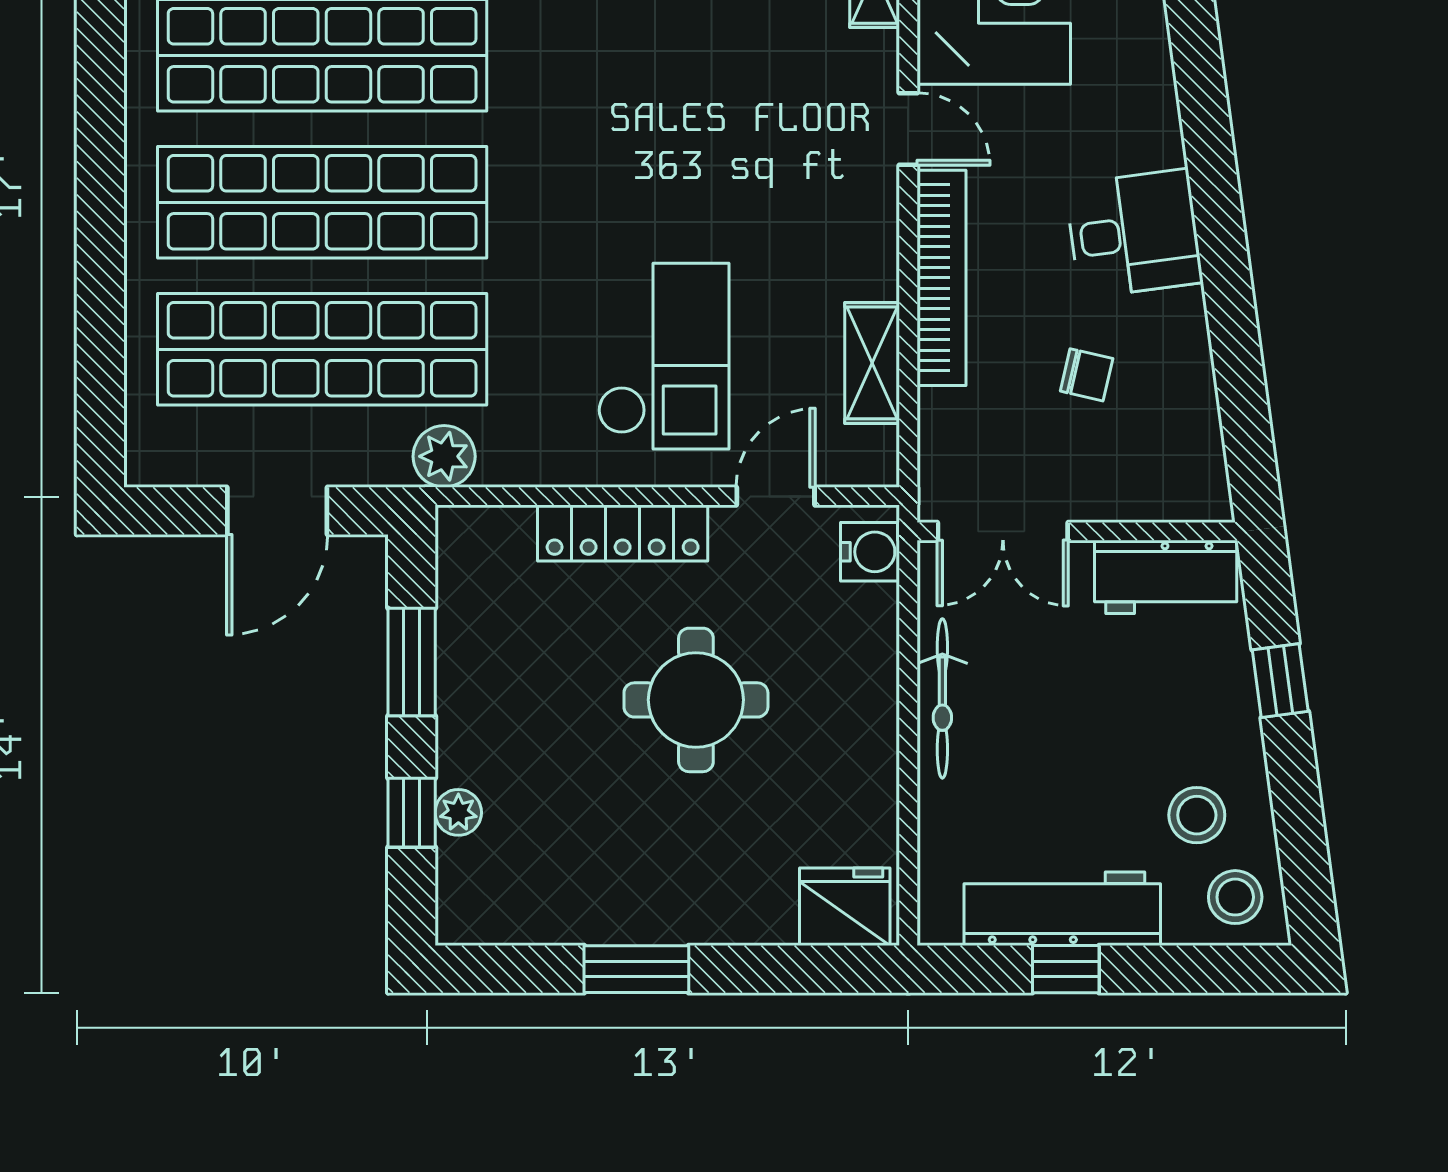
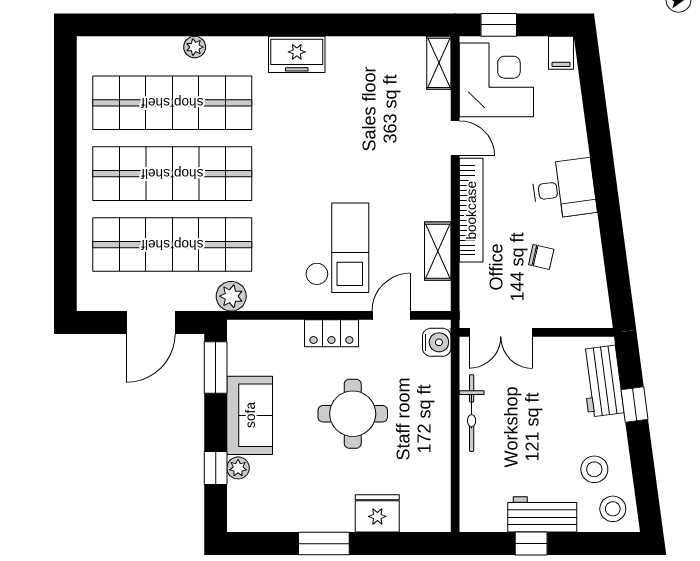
locker: (623, 533) -> (331, 333), width x0.66
workbench: (1166, 577) -> (602, 381), moved, turned 82
window: (412, 662) -> (216, 367), moved
sofa: (482, 703) -> (250, 415), added
fridge: (845, 907) -> (377, 513), moved
workbench: (1062, 909) -> (542, 514), width x0.73

